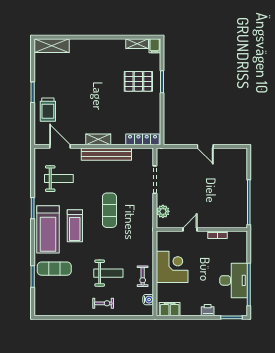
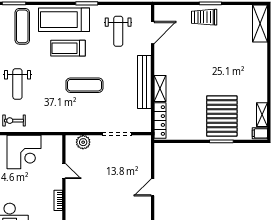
pallet: (138, 81) -> (222, 116), width x1.37, depth x1.41
trolley: (48, 110) -> (204, 17), moved
shelving: (98, 139) -> (160, 89), moved

